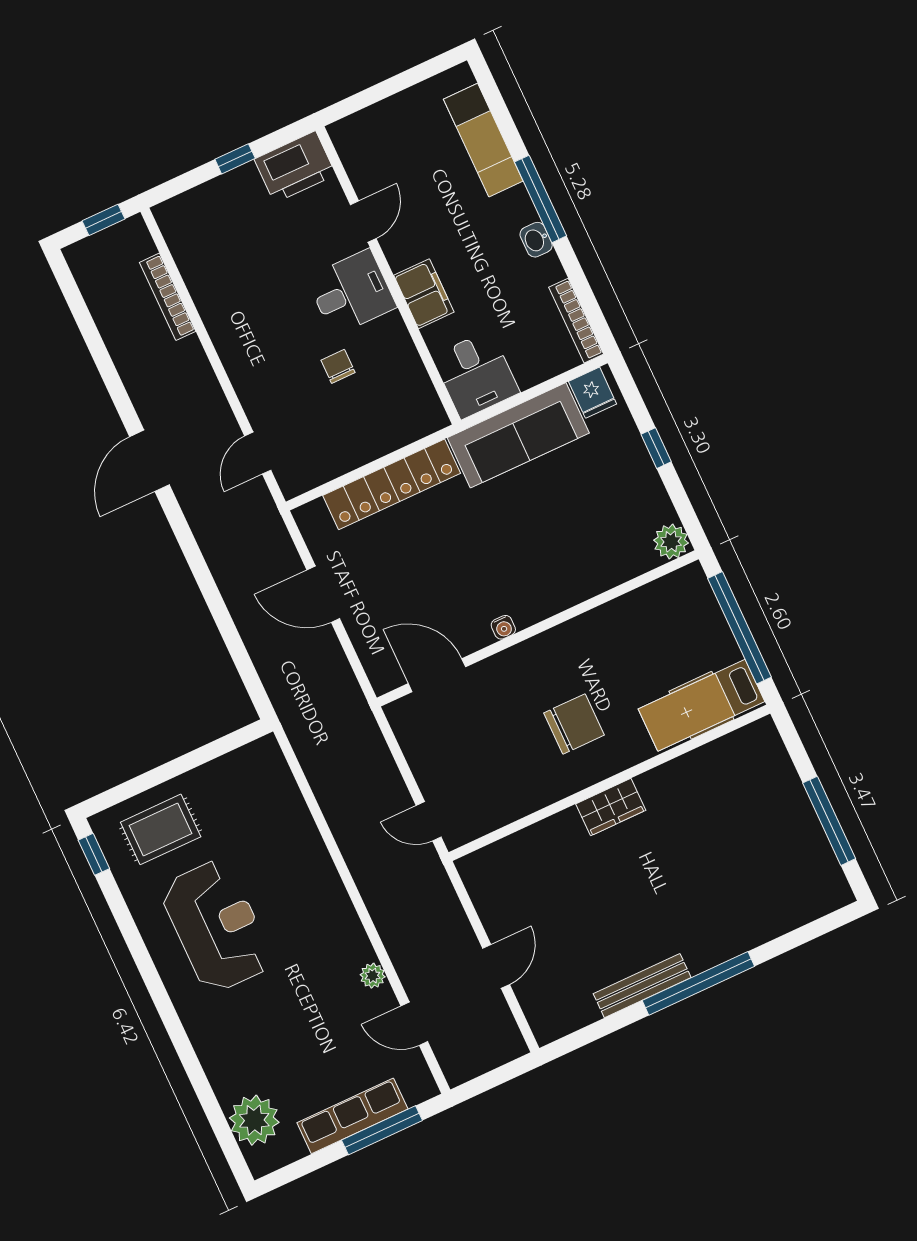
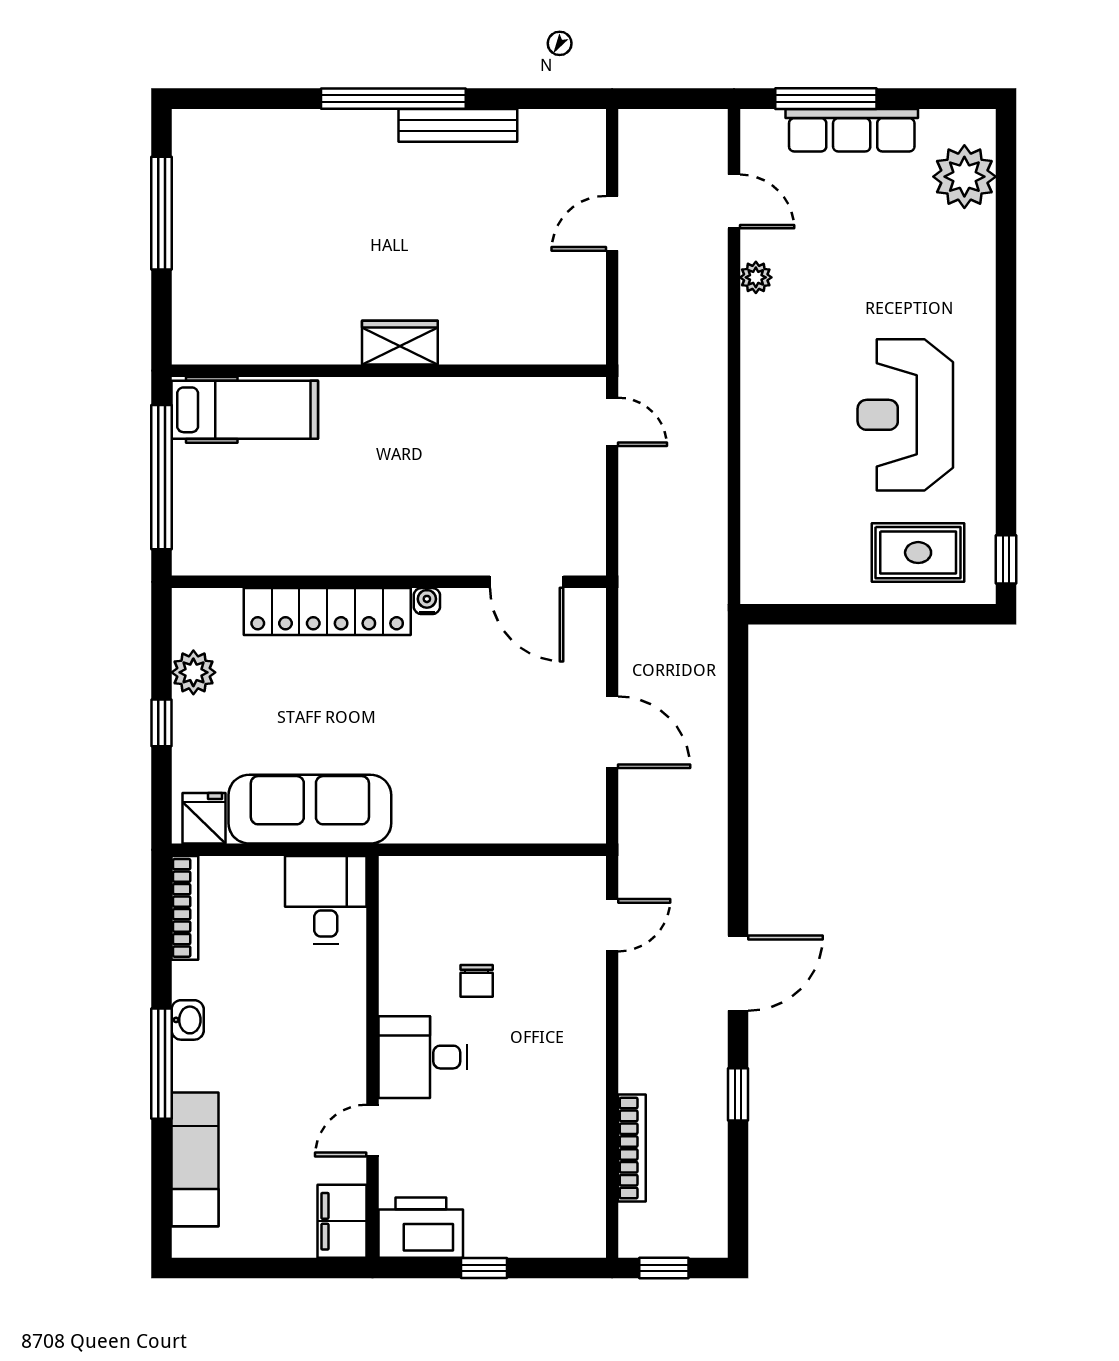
filing cabinet: (424, 294) -> (342, 1221), moved
window: (108, 372) -> (738, 1094), added
locker: (392, 484) -> (327, 611), moved, turned 180
plant: (671, 542) -> (193, 672), moved
chair: (574, 724) -> (398, 455), removed

